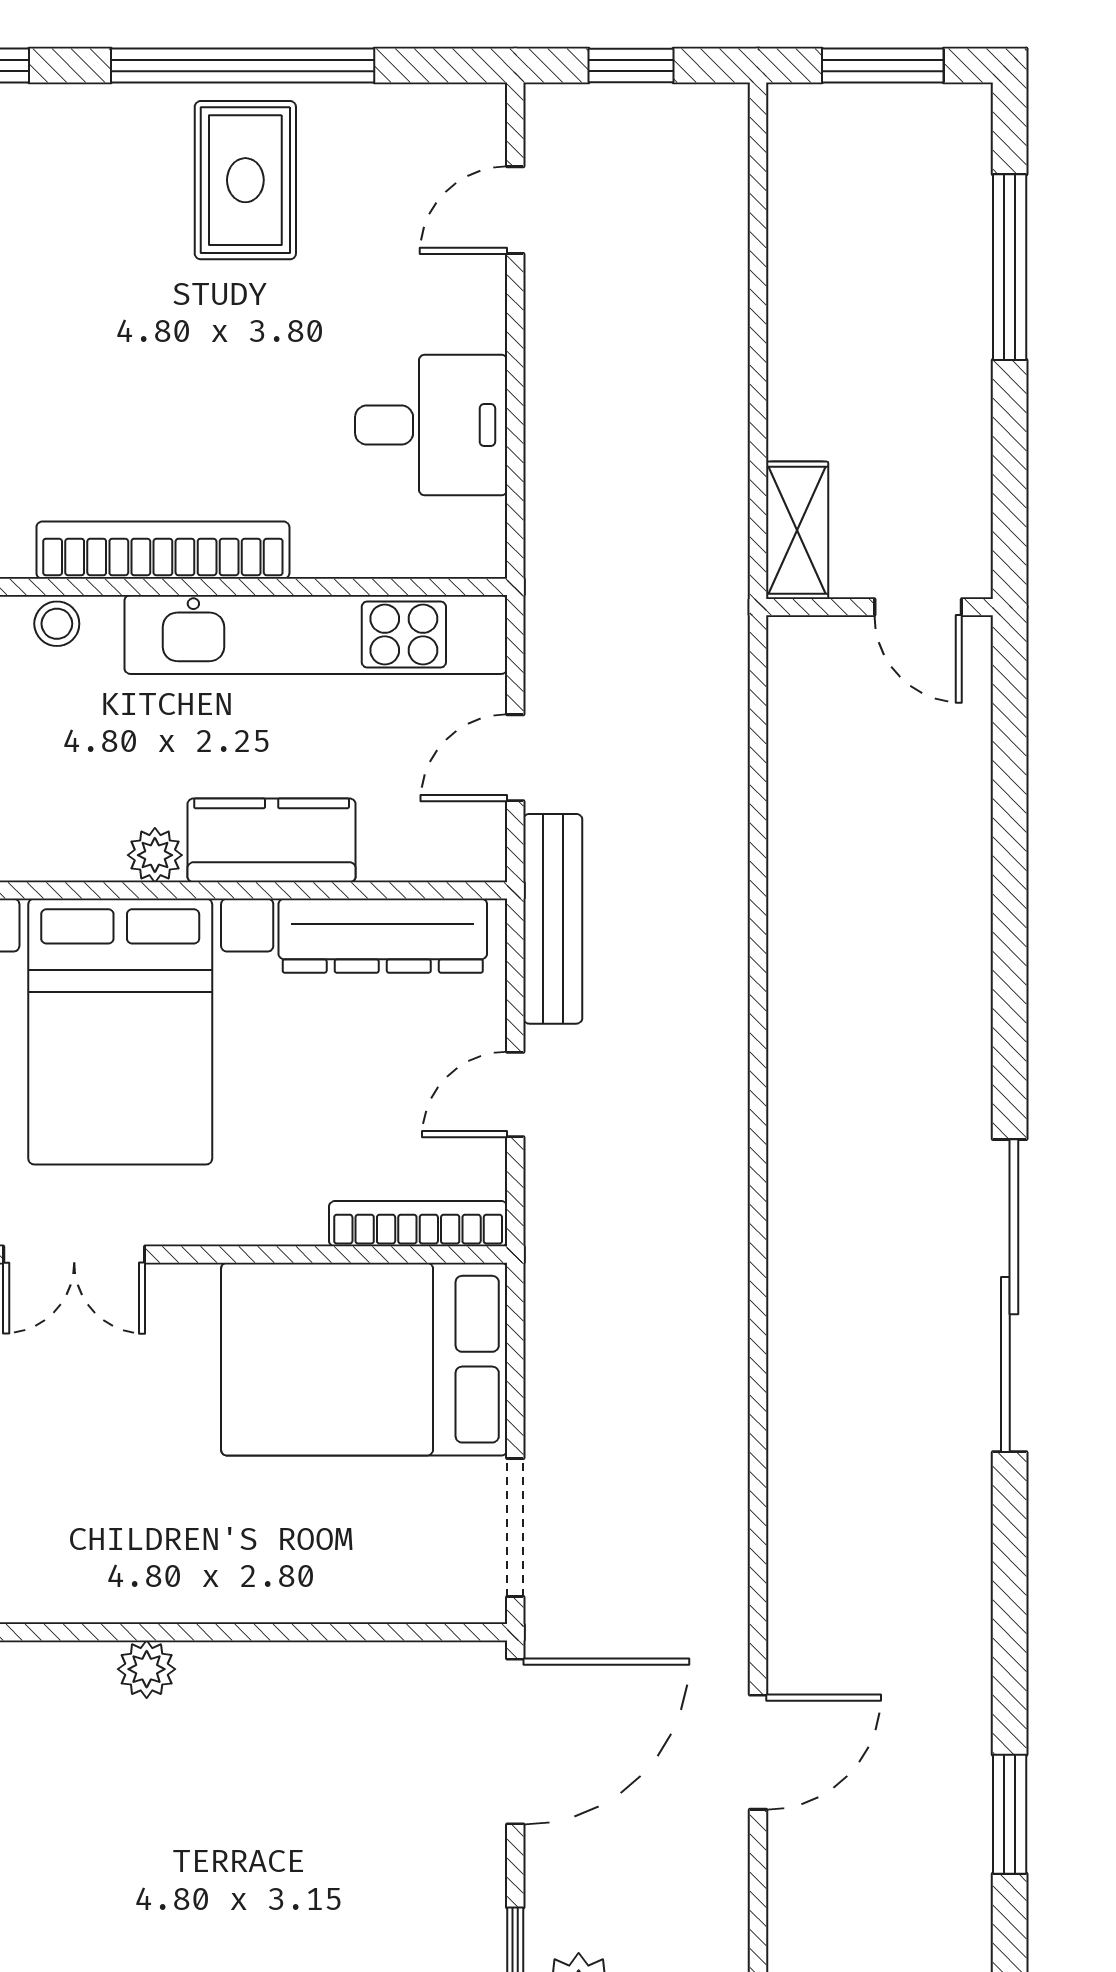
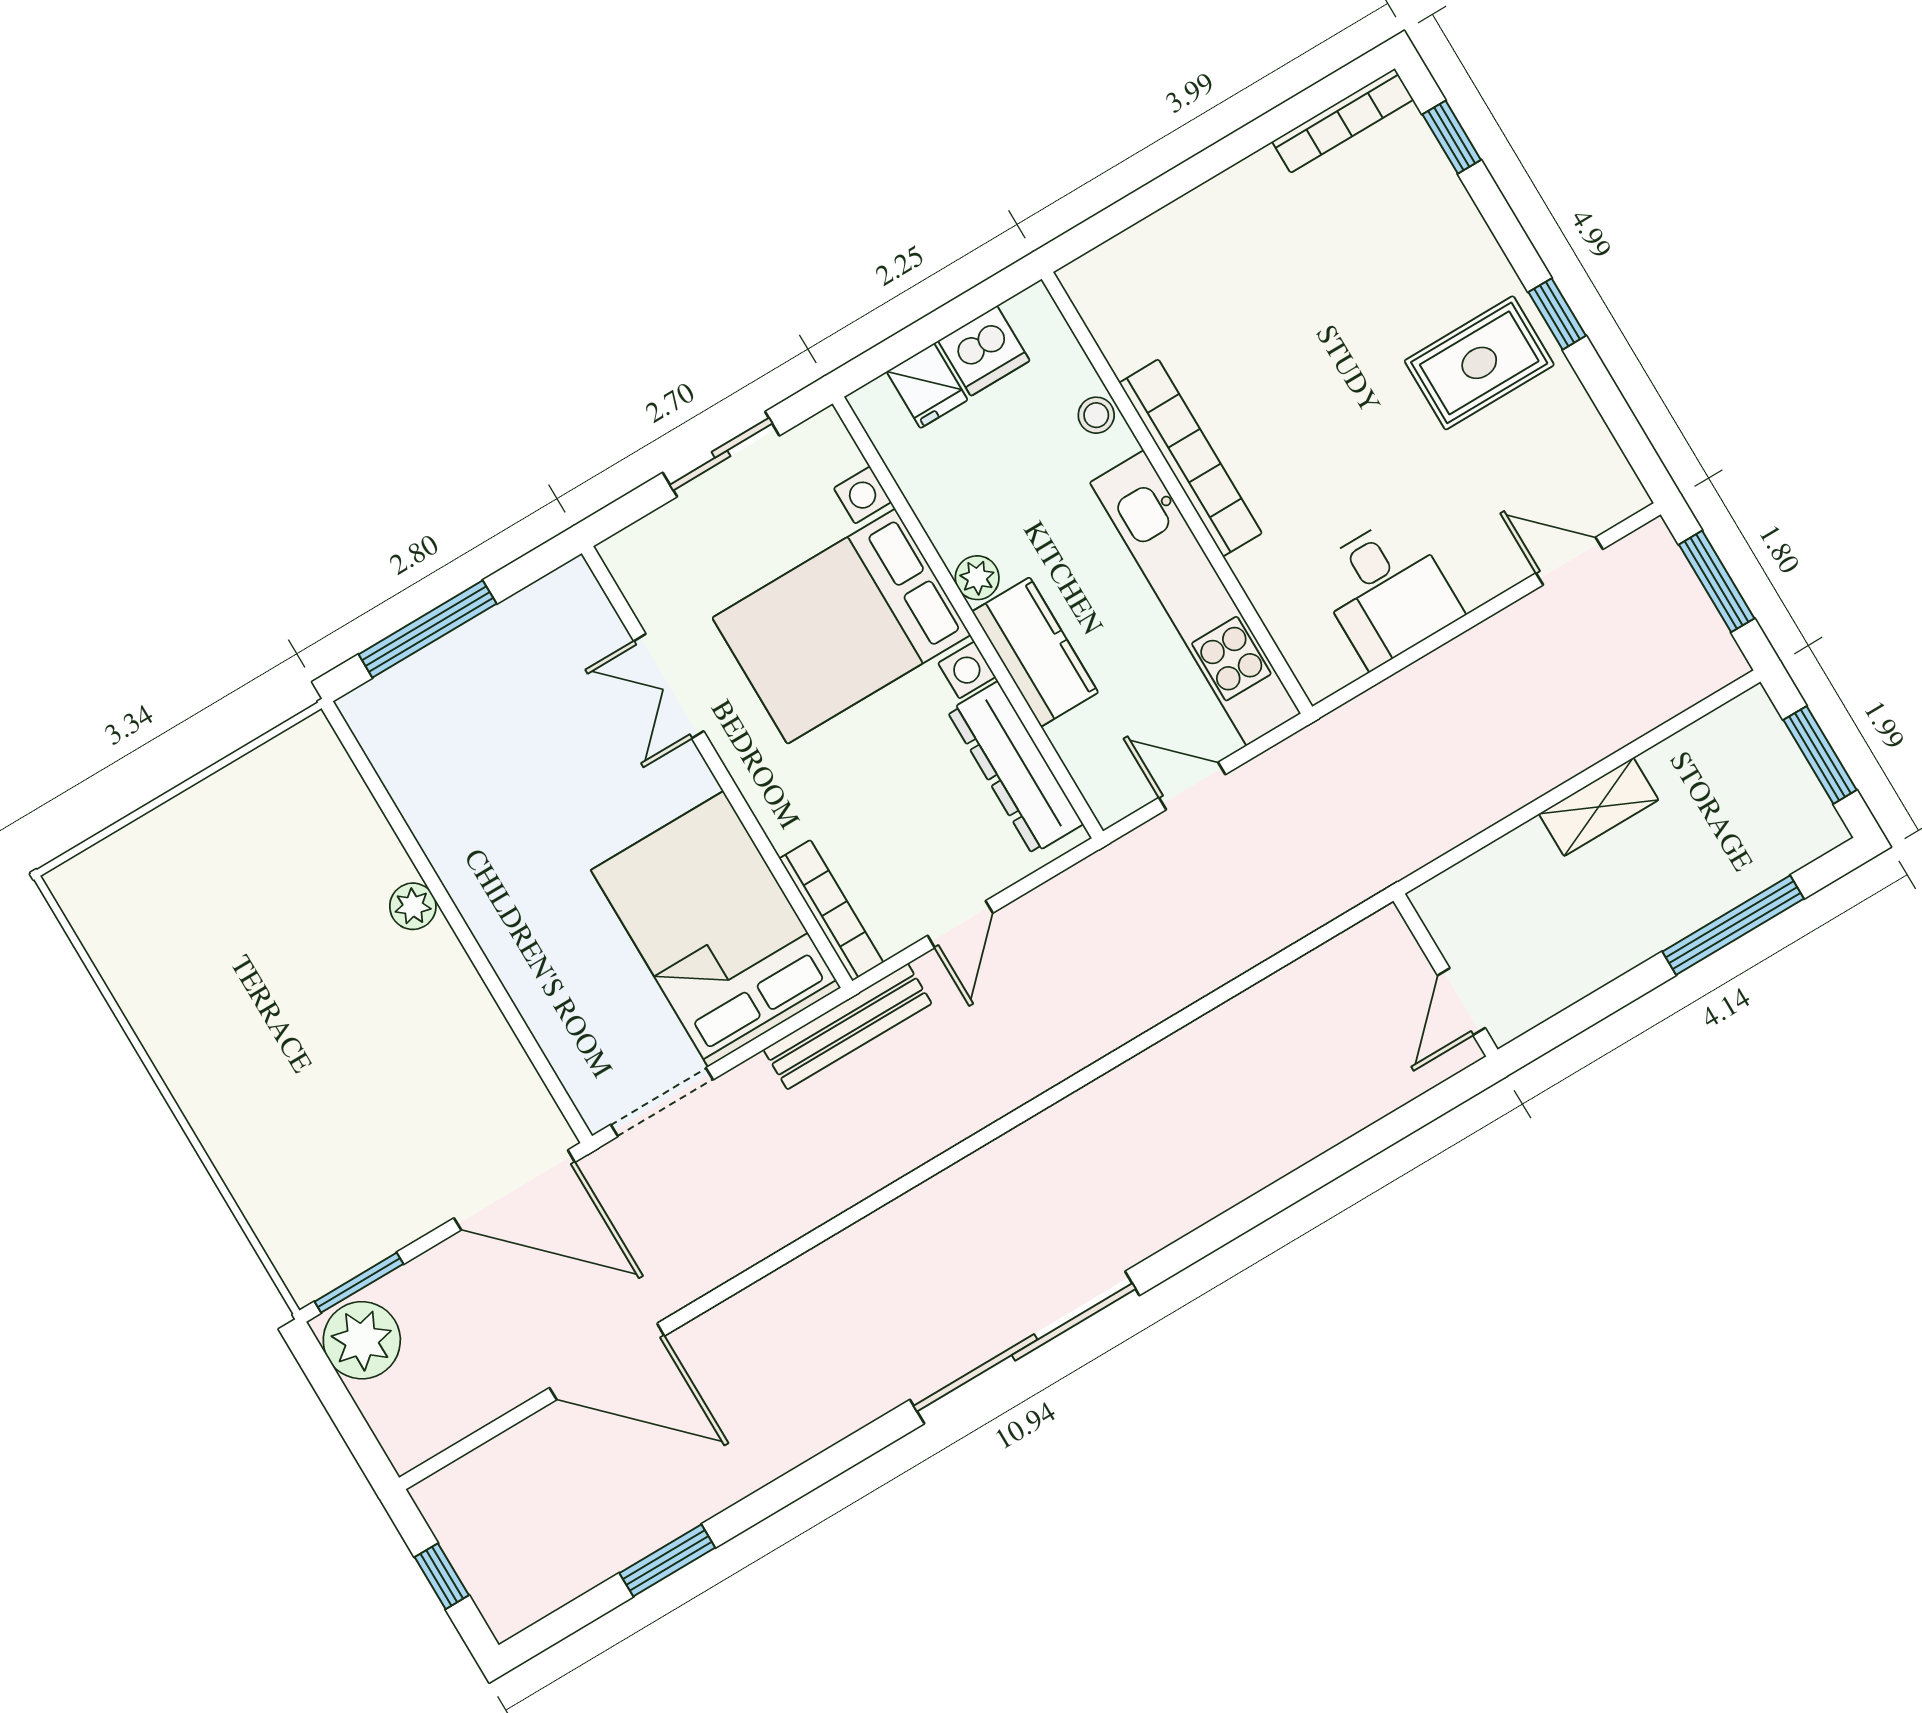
window: (243, 66) -> (1557, 314), width x0.32
window: (631, 66) -> (1717, 581), width x1.50
shelving: (797, 530) -> (1599, 807), moved
bench: (553, 919) -> (847, 1026), moved
door: (515, 1094) -> (960, 924), swing flipped
door: (758, 1752) -> (607, 1362), width x1.36

